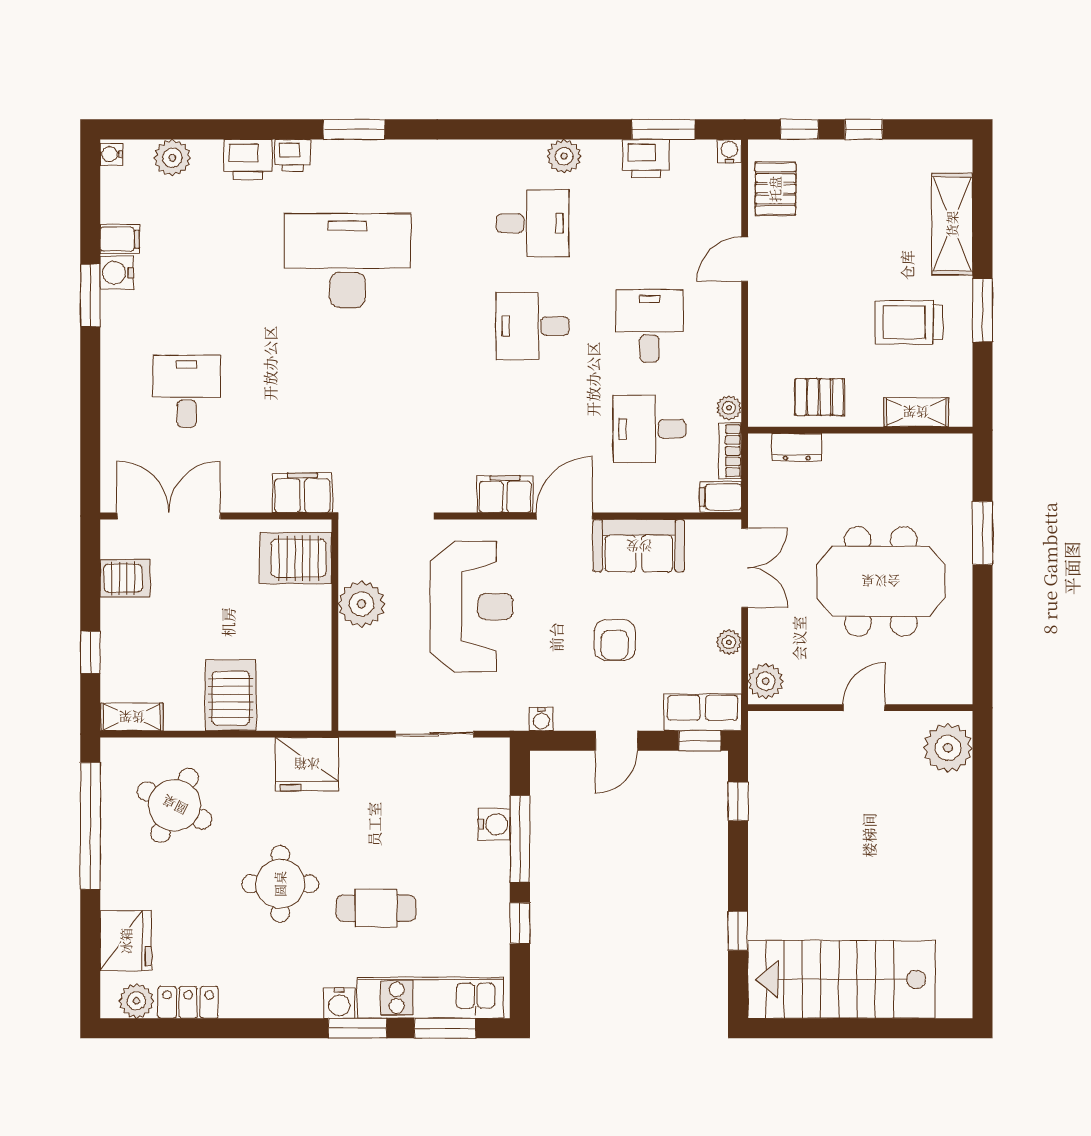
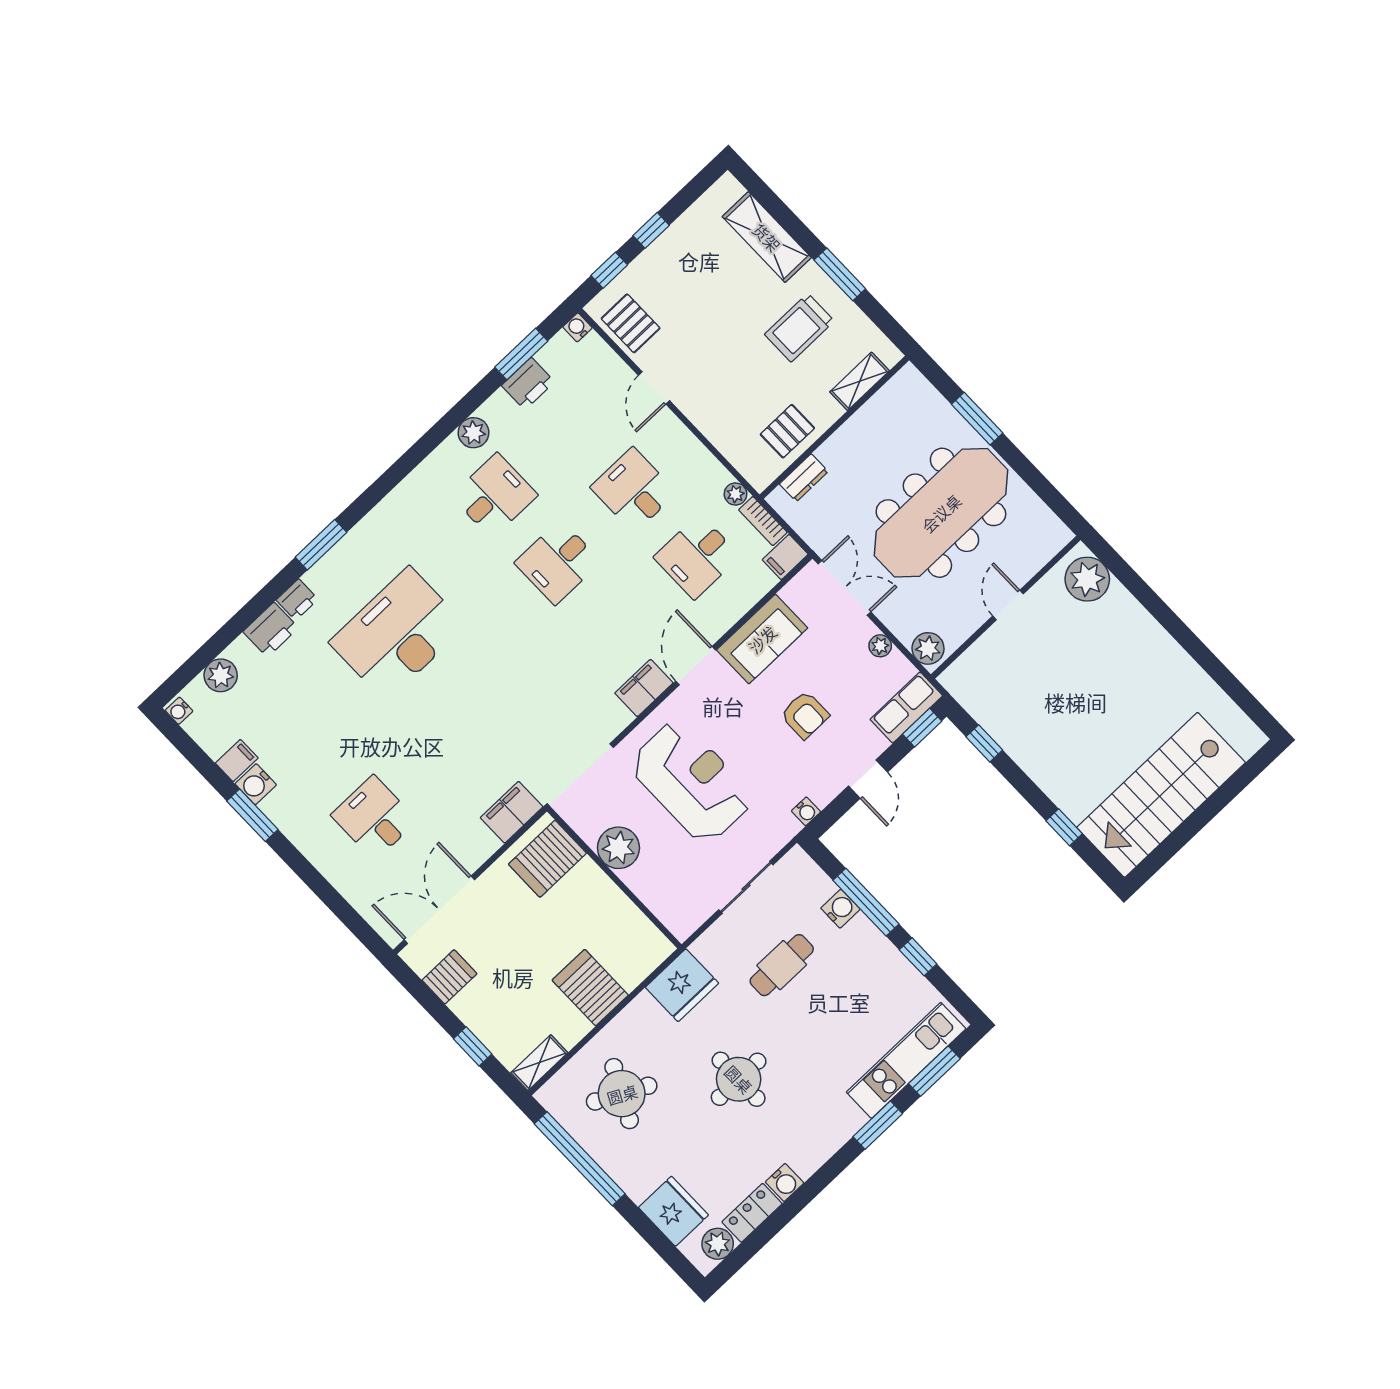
meeting table: (881, 581) -> (941, 513), width x1.36
cafe table: (376, 908) -> (782, 965), moved
water cooler: (339, 1003) -> (785, 1182), moved

